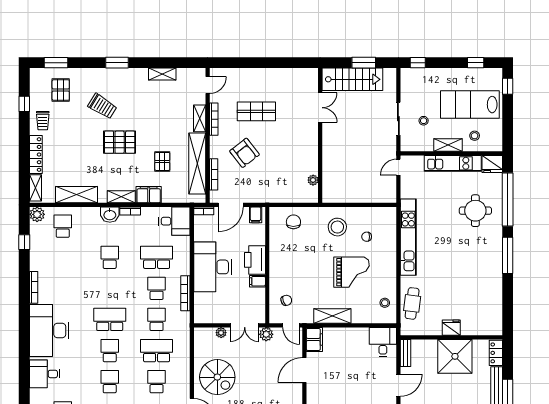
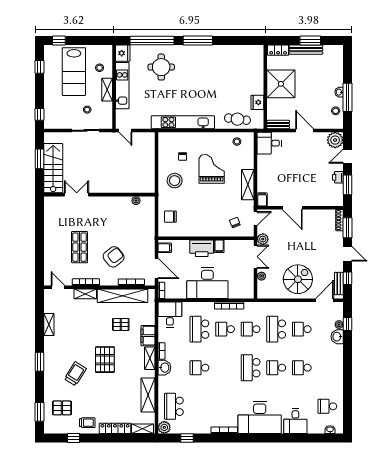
school desk: (63, 226) -> (174, 406), width x1.85
fridge: (451, 328) -> (257, 102), moved
filing cabinet: (314, 339) -> (262, 199), width x0.50

